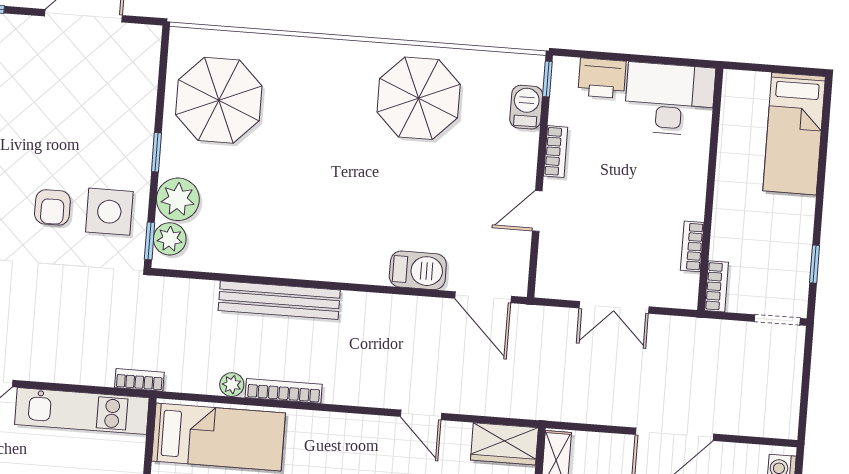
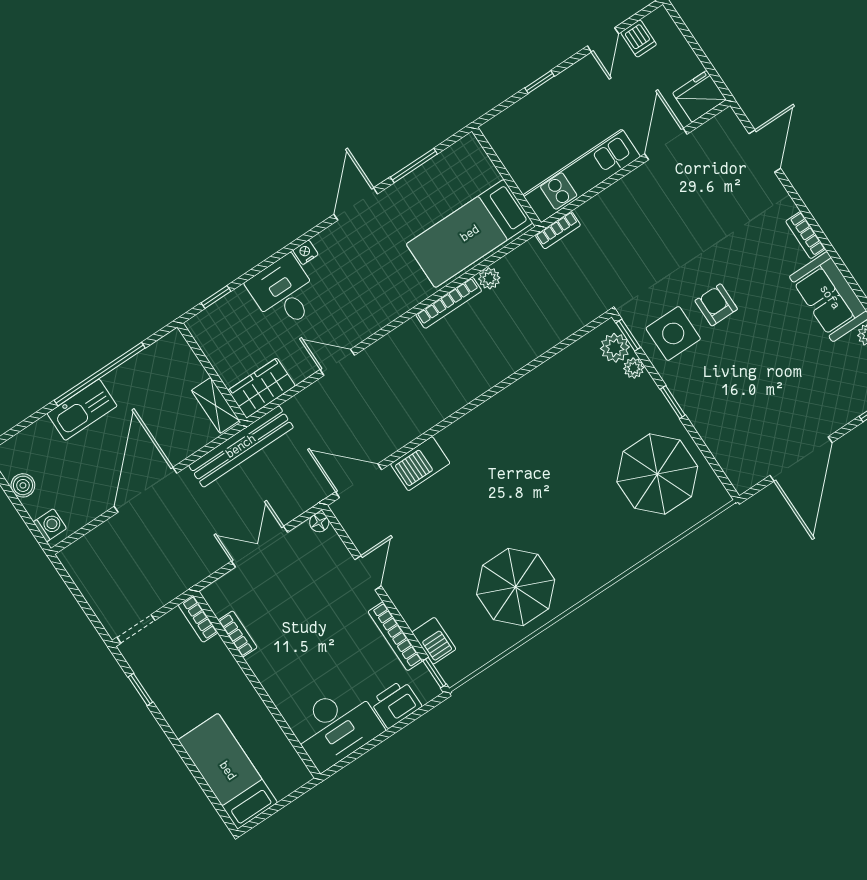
bookcase: (556, 152) -> (395, 636), width x1.56
plant: (178, 199) -> (634, 368), width x0.53, depth x0.53
floor lamp: (546, 288) -> (319, 522), added
bench: (279, 300) -> (241, 446), moved

